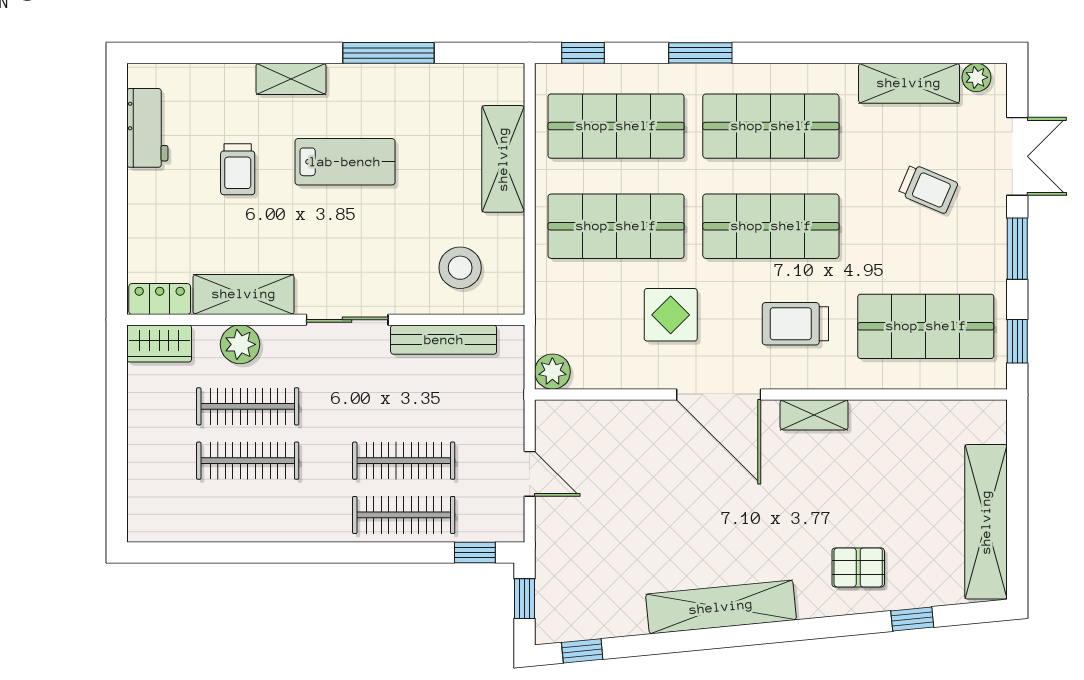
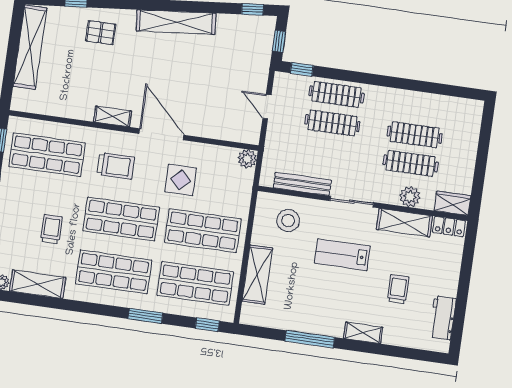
lab bench: (345, 162) -> (342, 255), moved
trolley: (928, 189) -> (51, 229), moved, turned 67

